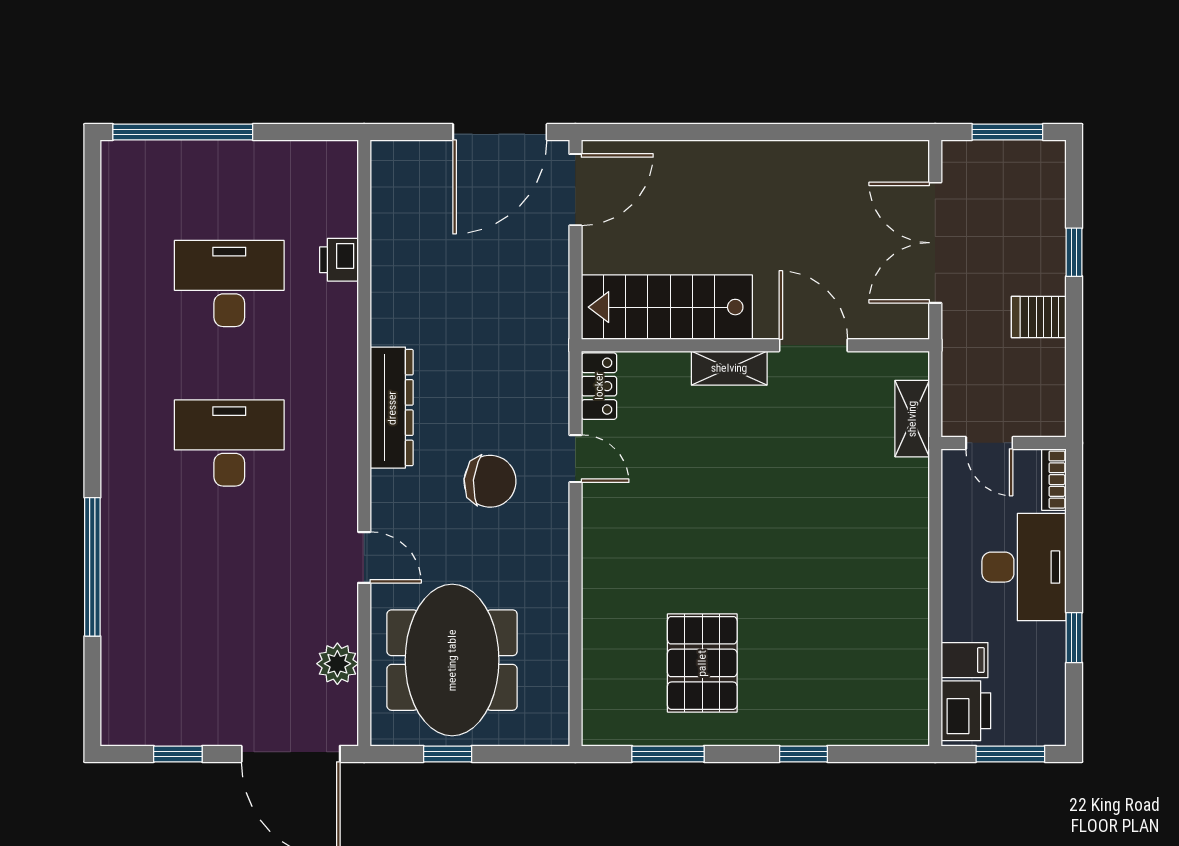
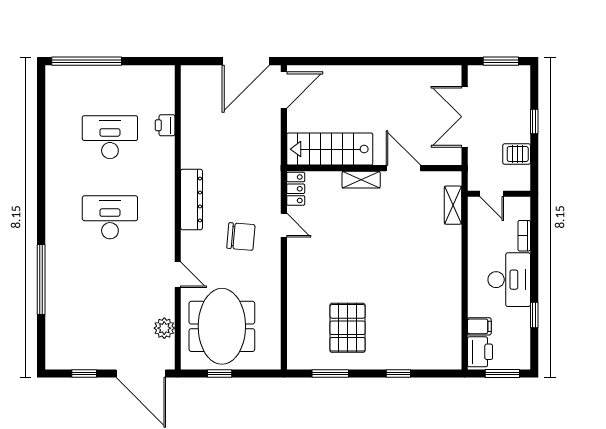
door: (989, 443) -> (492, 194), moved
wall: (1004, 443) -> (499, 194), moved

